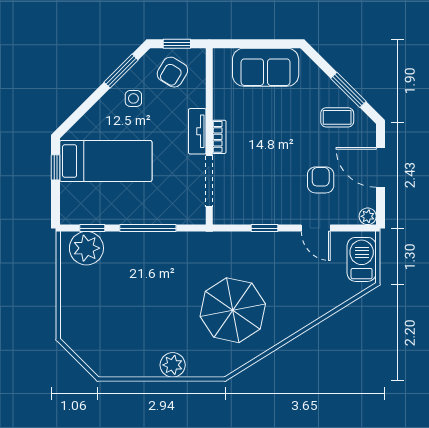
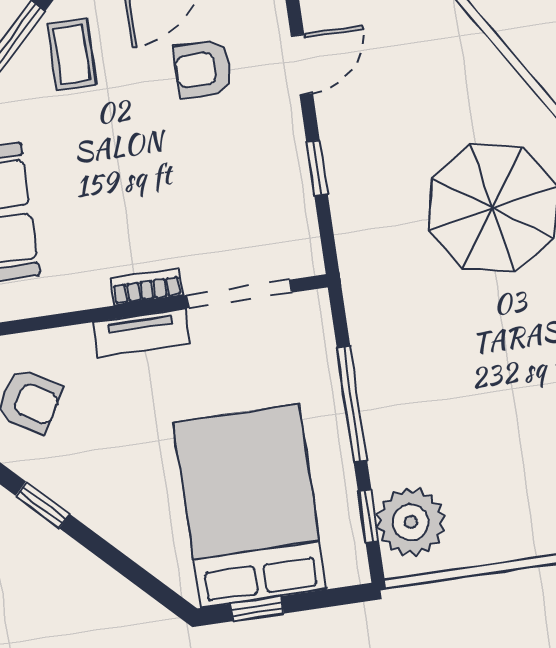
window: (121, 71) -> (43, 505), width x0.67
side table: (133, 98) -> (94, 472), removed
bed: (106, 161) -> (250, 506), width x1.50

